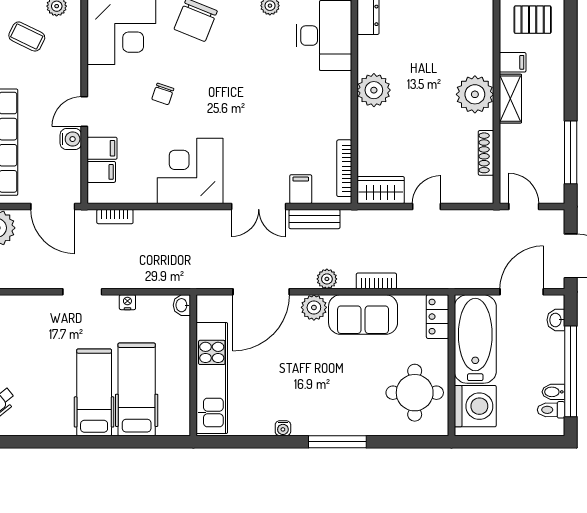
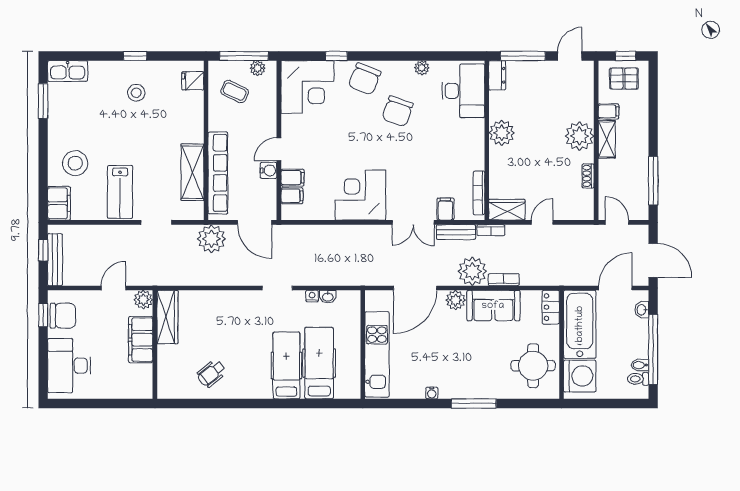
chair: (163, 94) -> (398, 111), moved, width x1.87, depth x1.87
shoe rack: (486, 153) -> (588, 176), width x0.70
bookcase: (115, 217) -> (491, 230), moved
plant: (327, 279) -> (472, 271), width x1.87, depth x1.87
washbasin: (182, 305) -> (328, 297), moved, turned -90

